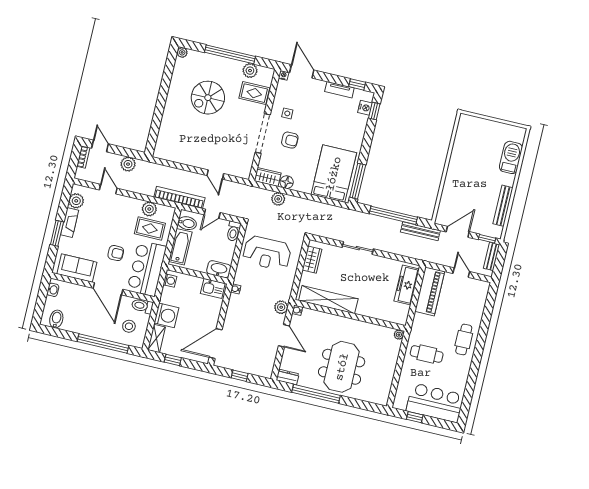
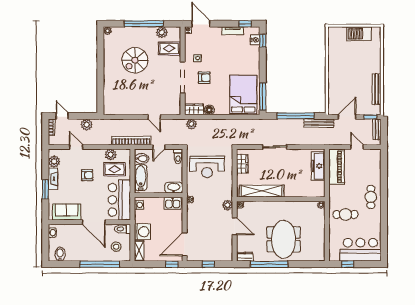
barbecue: (511, 157) -> (359, 34), moved, turned -90
plant: (278, 199) -> (191, 124), moved
armchair: (116, 253) -> (87, 175), moved
window: (173, 360) -> (172, 264), moved

